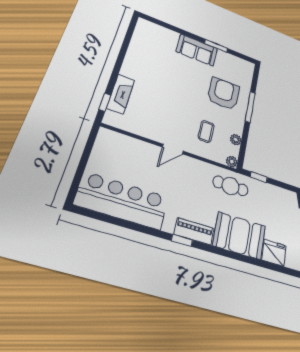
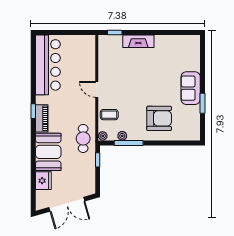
fireplace: (121, 94) -> (138, 41), moved
window: (250, 107) -> (129, 143), moved
coffee table: (206, 131) -> (109, 115), moved

